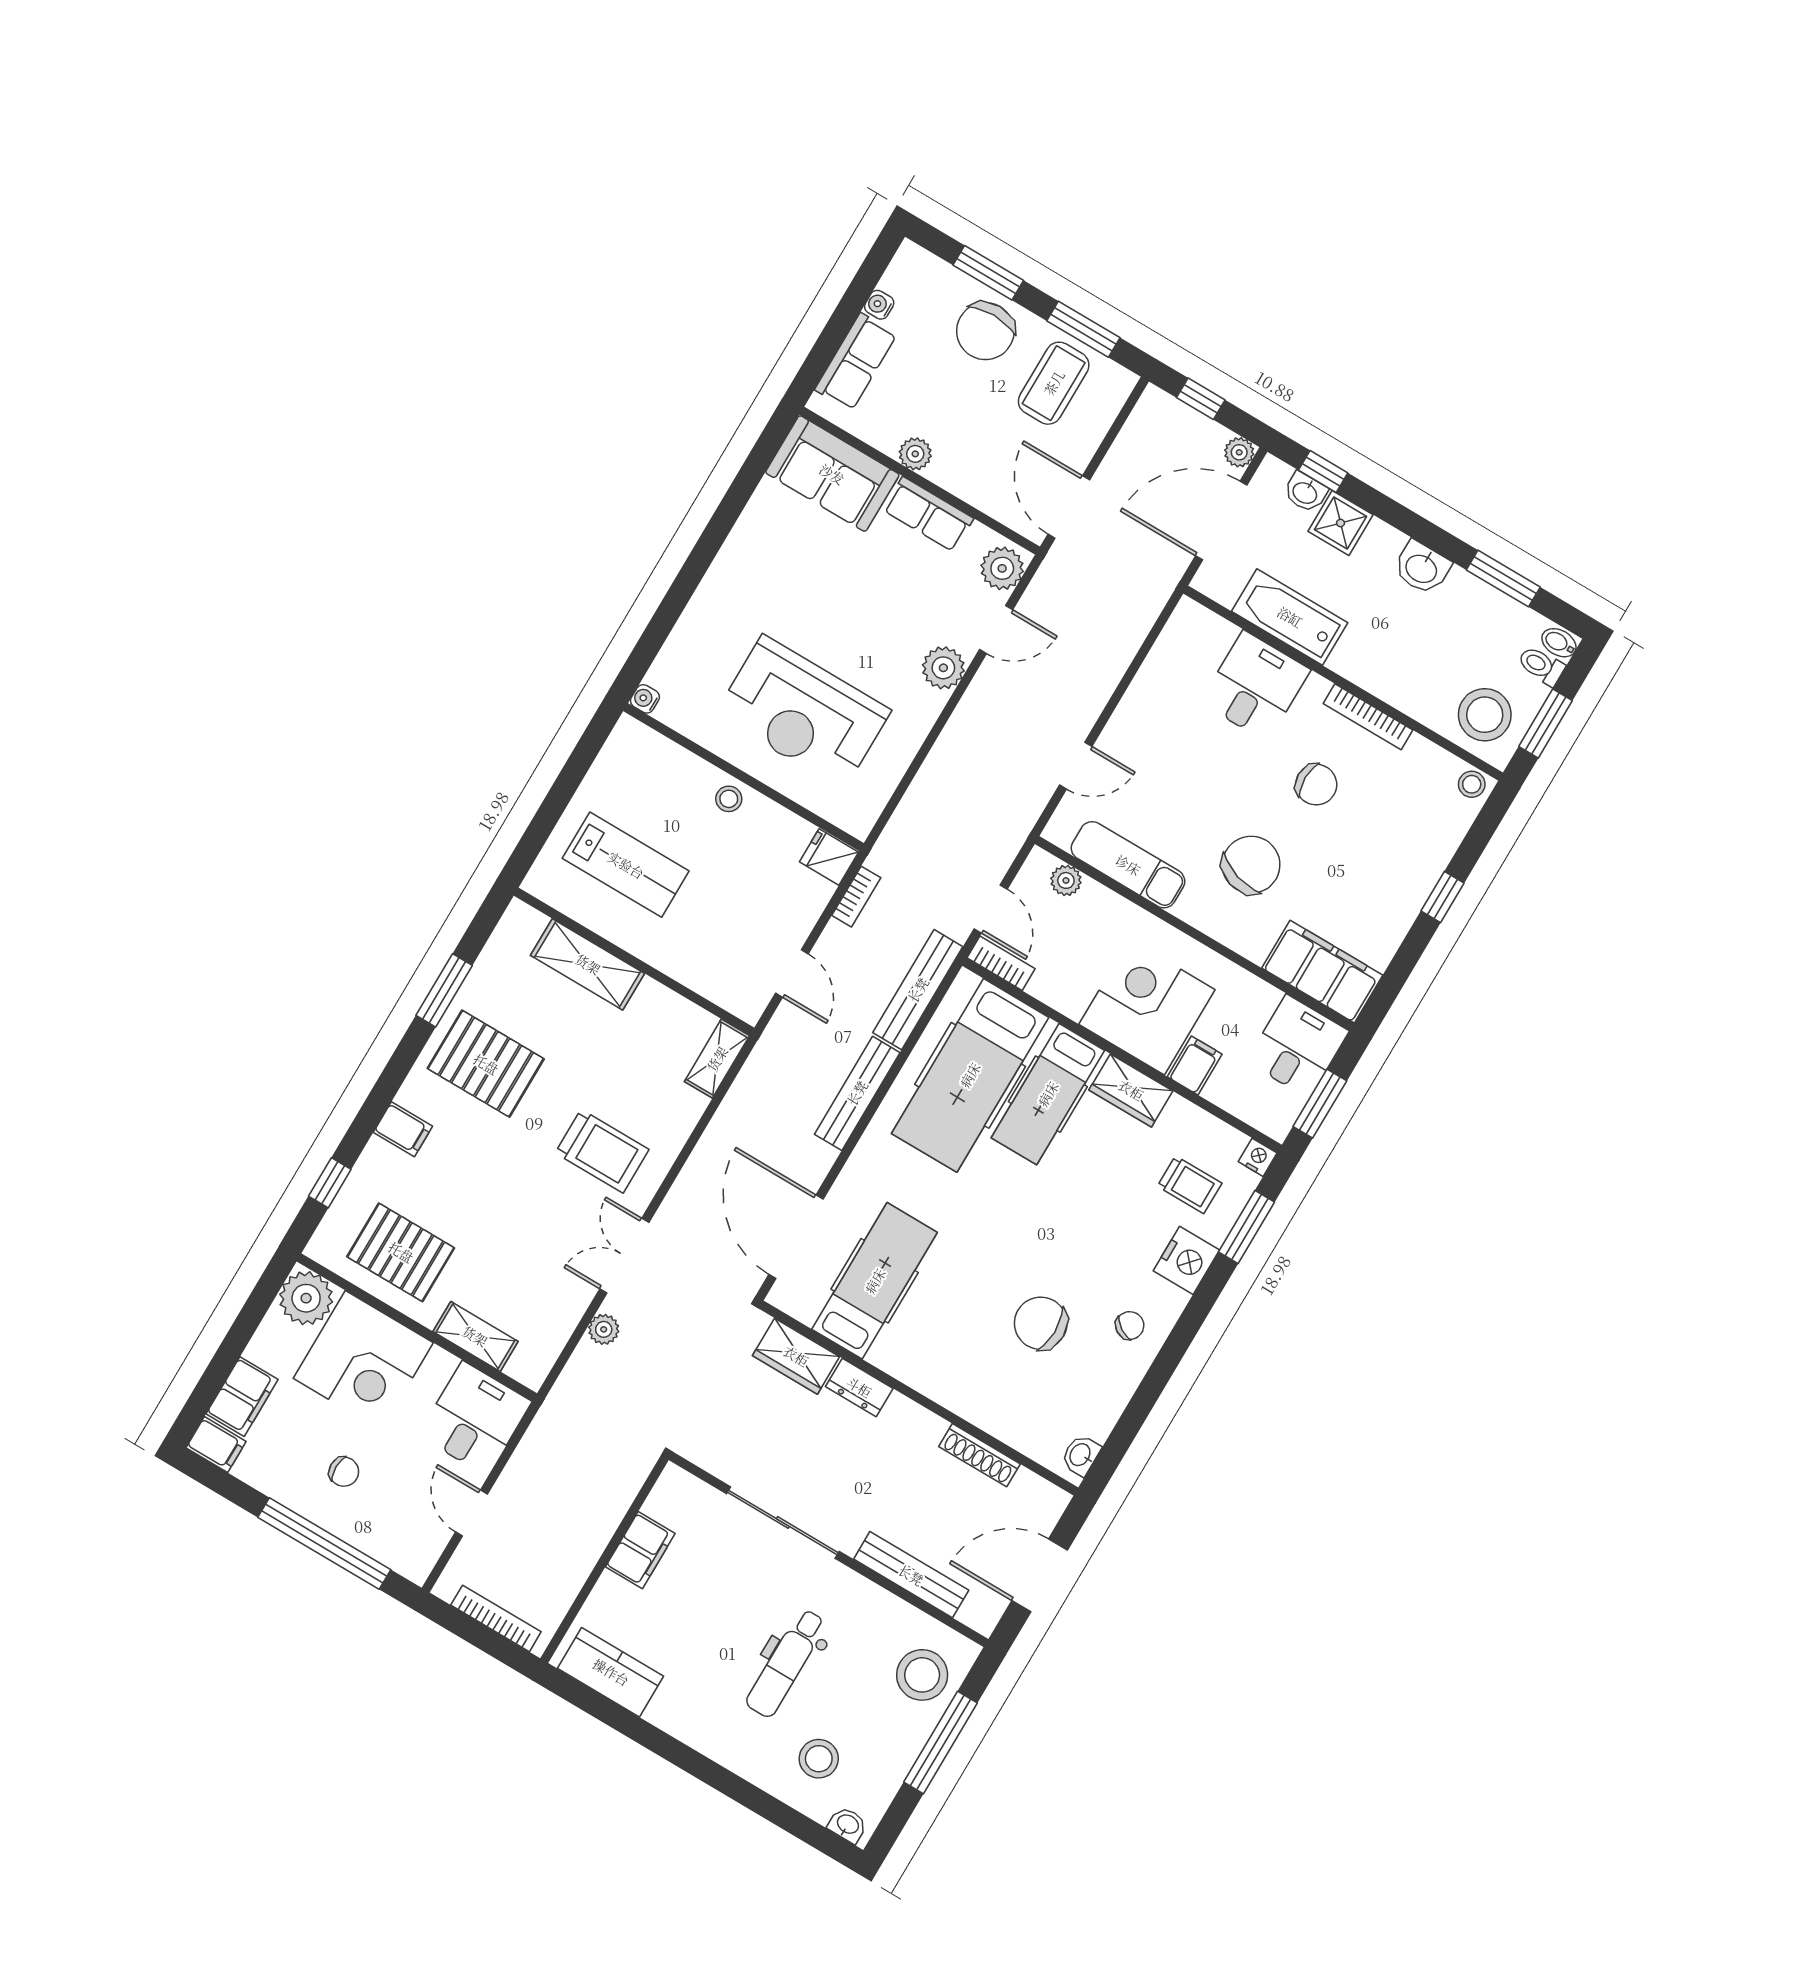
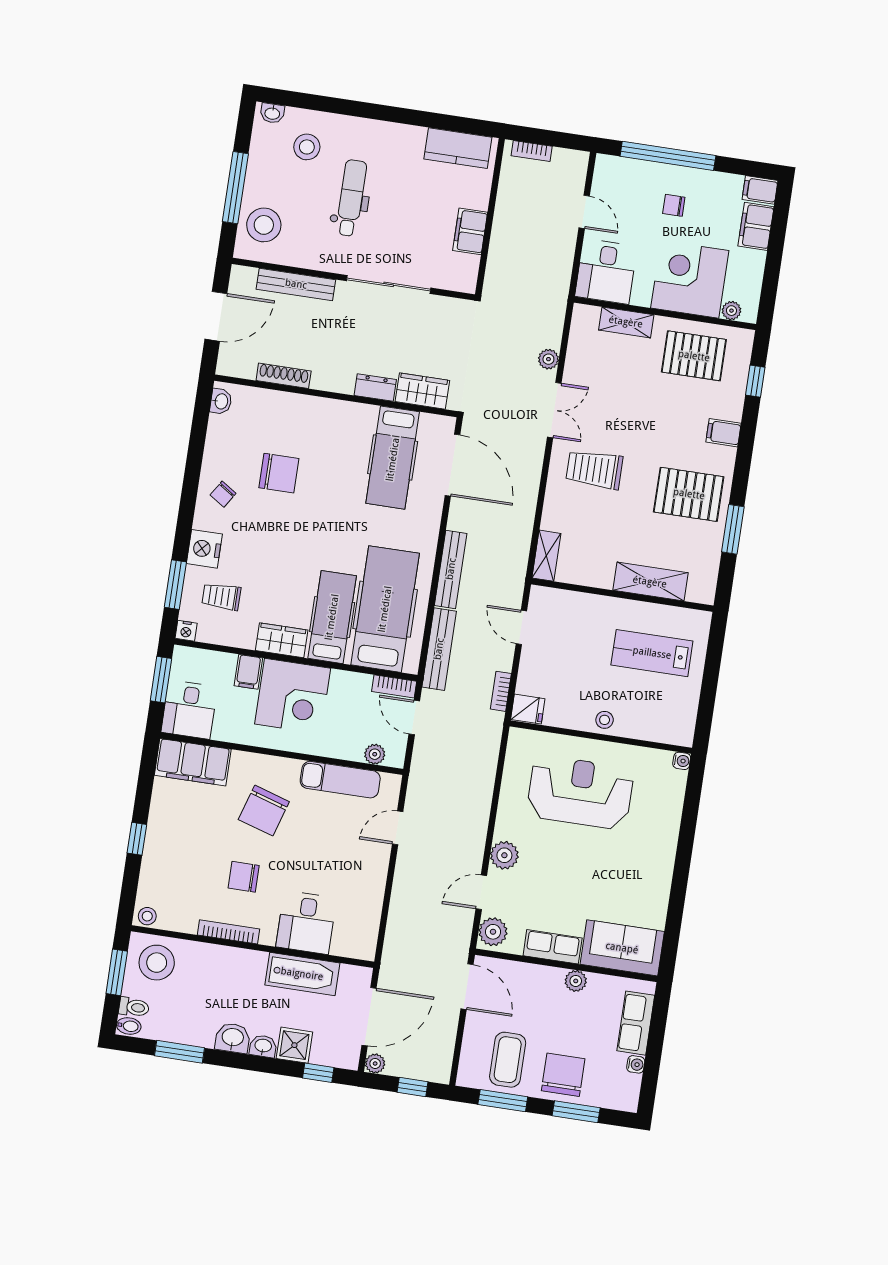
washbasin: (1305, 492) -> (263, 1046), moved
plant: (306, 1298) -> (731, 311), width x0.53, depth x0.53
bookcase: (496, 1618) -> (532, 151), width x0.64

